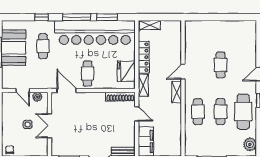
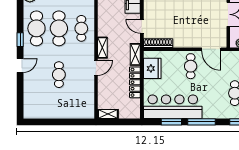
shelving: (150, 25) -> (108, 114), moved
bar counter: (95, 32) -> (173, 107), width x0.73
cafe table: (221, 112) -> (59, 28), width x1.37, depth x1.35

